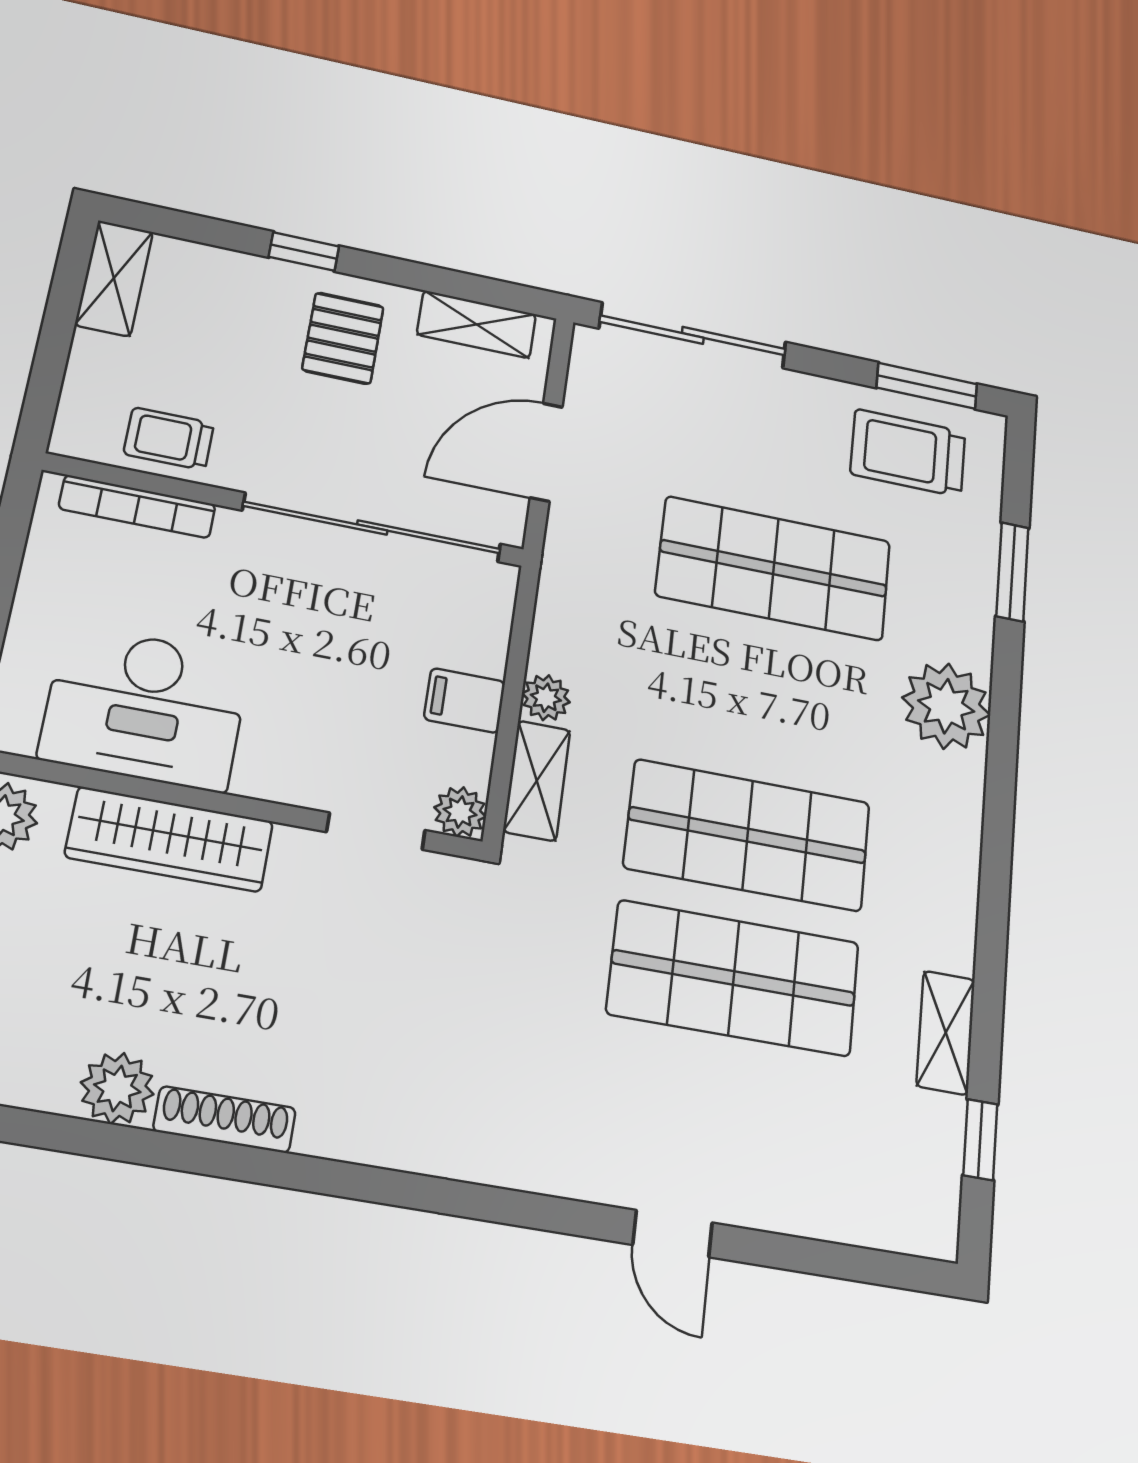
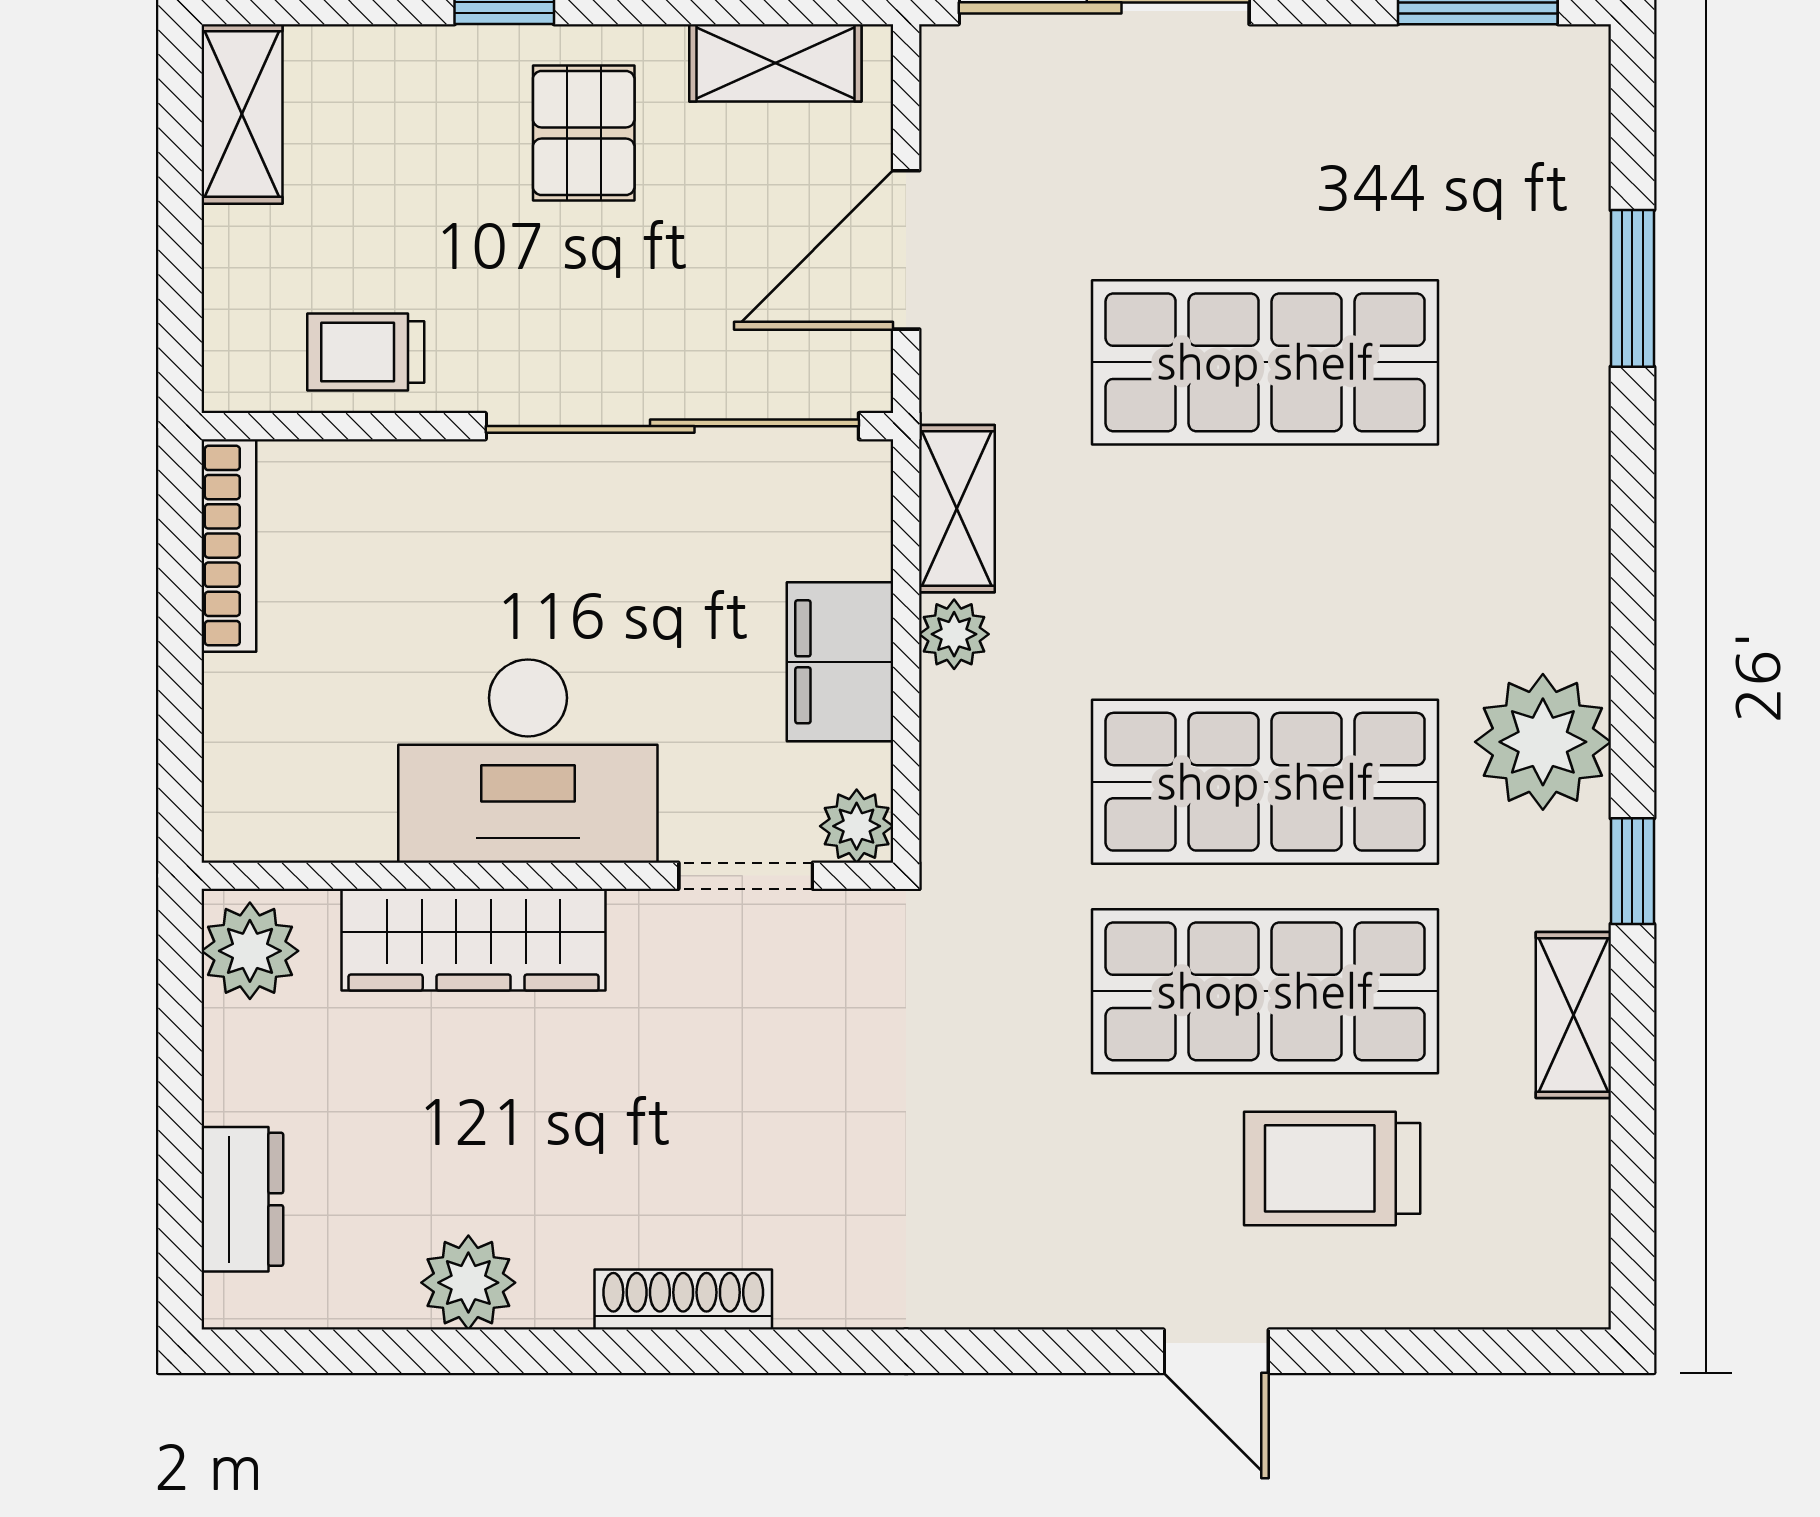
trolley: (908, 453) -> (1332, 1168), moved
bookcase: (137, 507) -> (229, 546), moved, turned -90
filing cabinet: (465, 700) -> (840, 662), width x2.00
plant: (946, 706) -> (1543, 742), moved
desk: (145, 708) -> (528, 761), moved
shelving: (537, 781) -> (957, 509), moved
shoe rack: (225, 1120) -> (683, 1300), moved
window: (980, 1140) -> (1632, 871), moved

